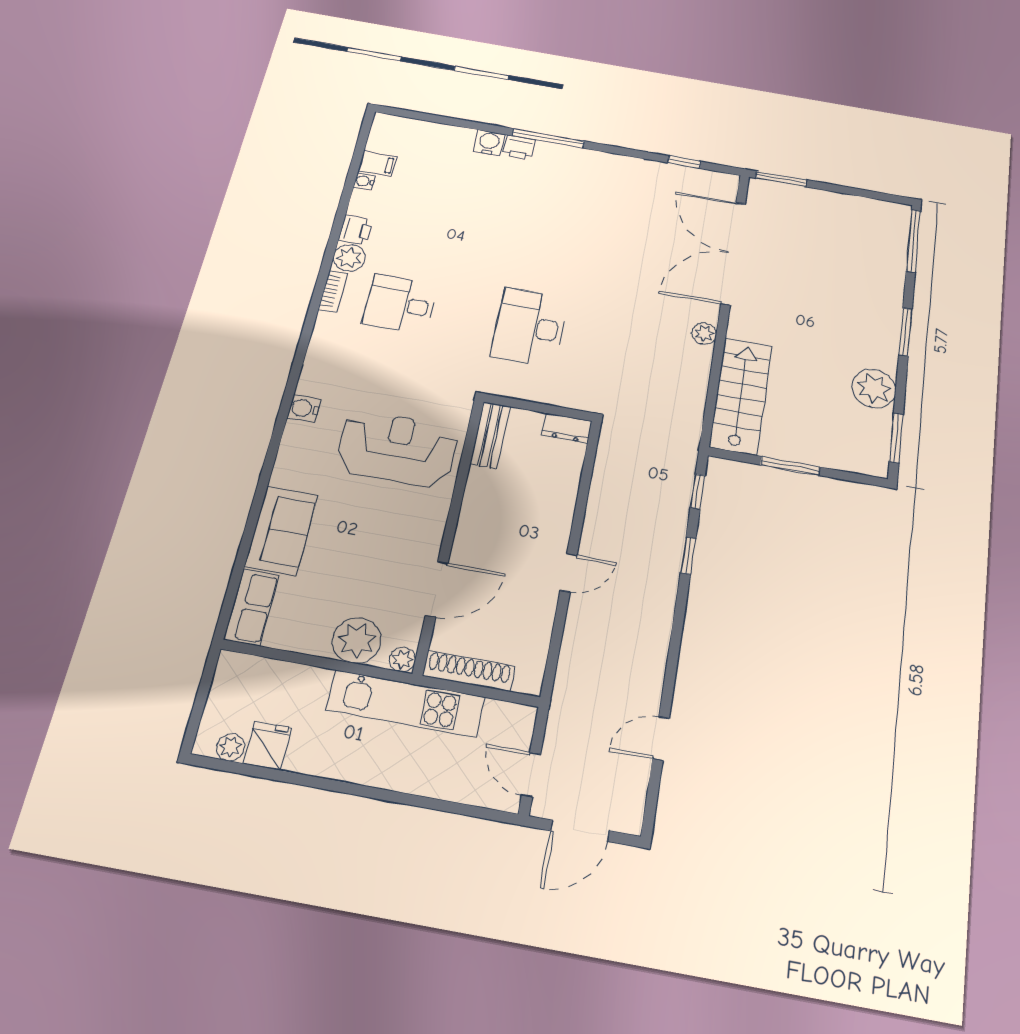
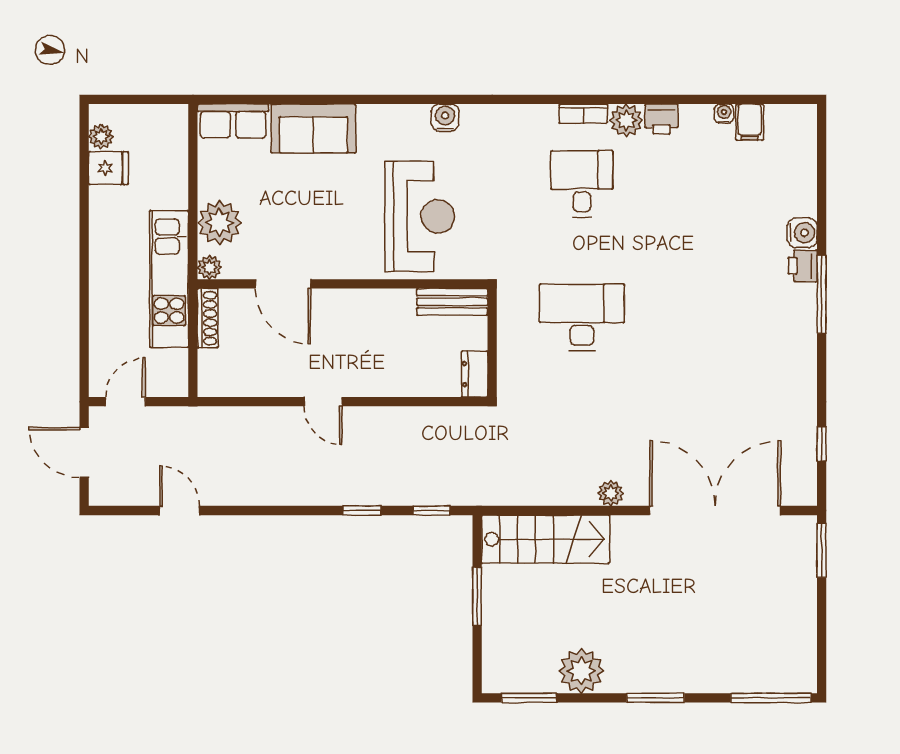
shoe rack: (469, 671) -> (208, 318), width x0.74, depth x0.81

